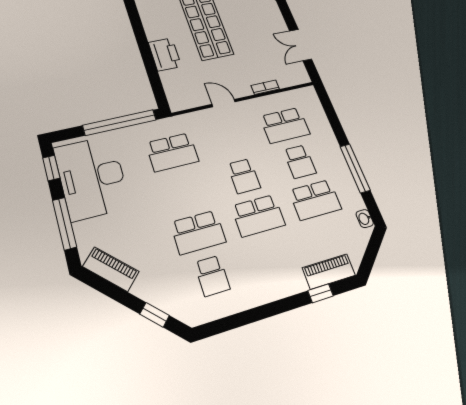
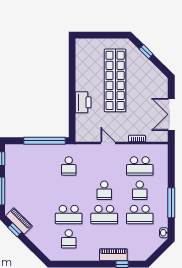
double door: (301, 45) -> (171, 114), width x1.37
school desk: (172, 152) -> (69, 166), width x0.54
desk: (92, 177) -> (22, 169), removed
piano: (329, 271) -> (113, 255), moved
window: (155, 315) -> (15, 230), moved

